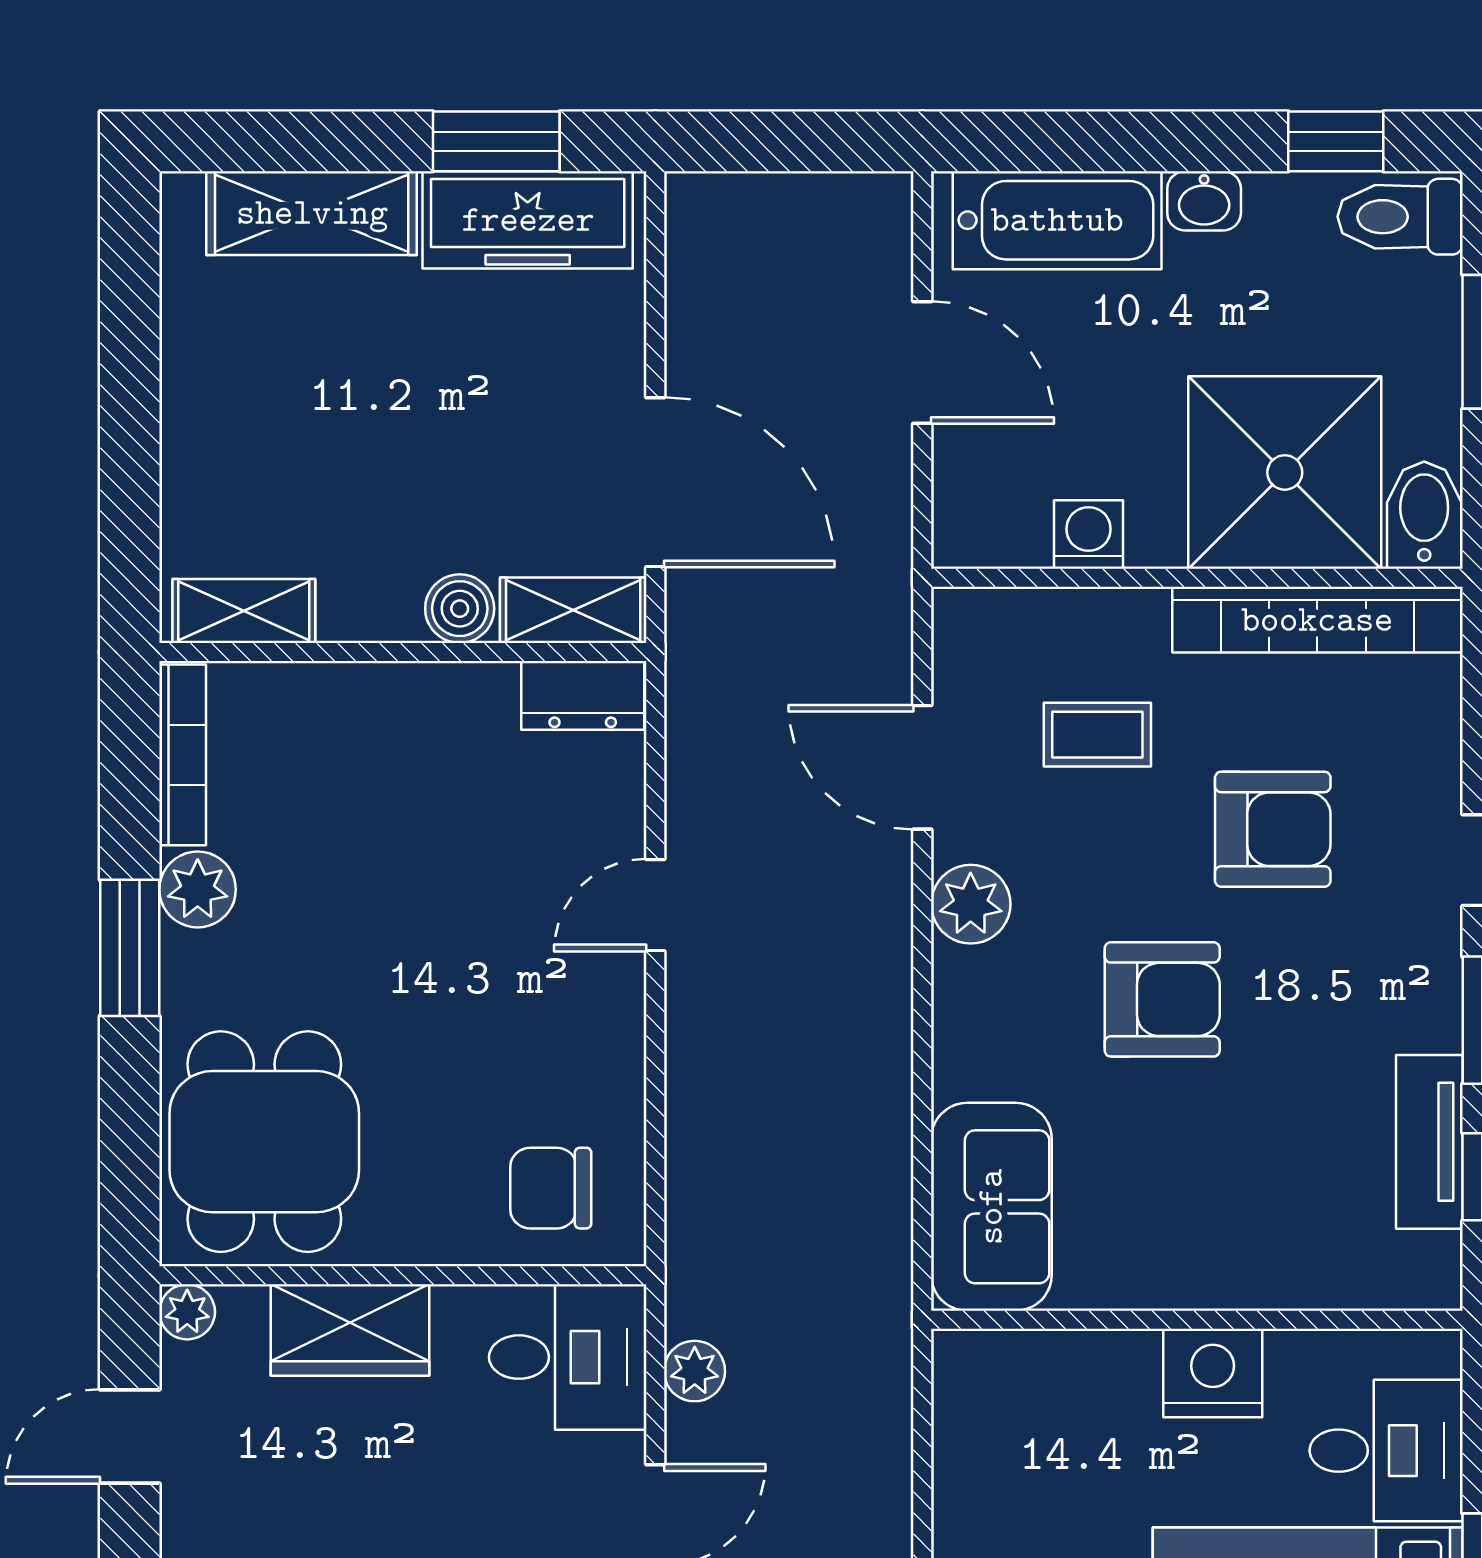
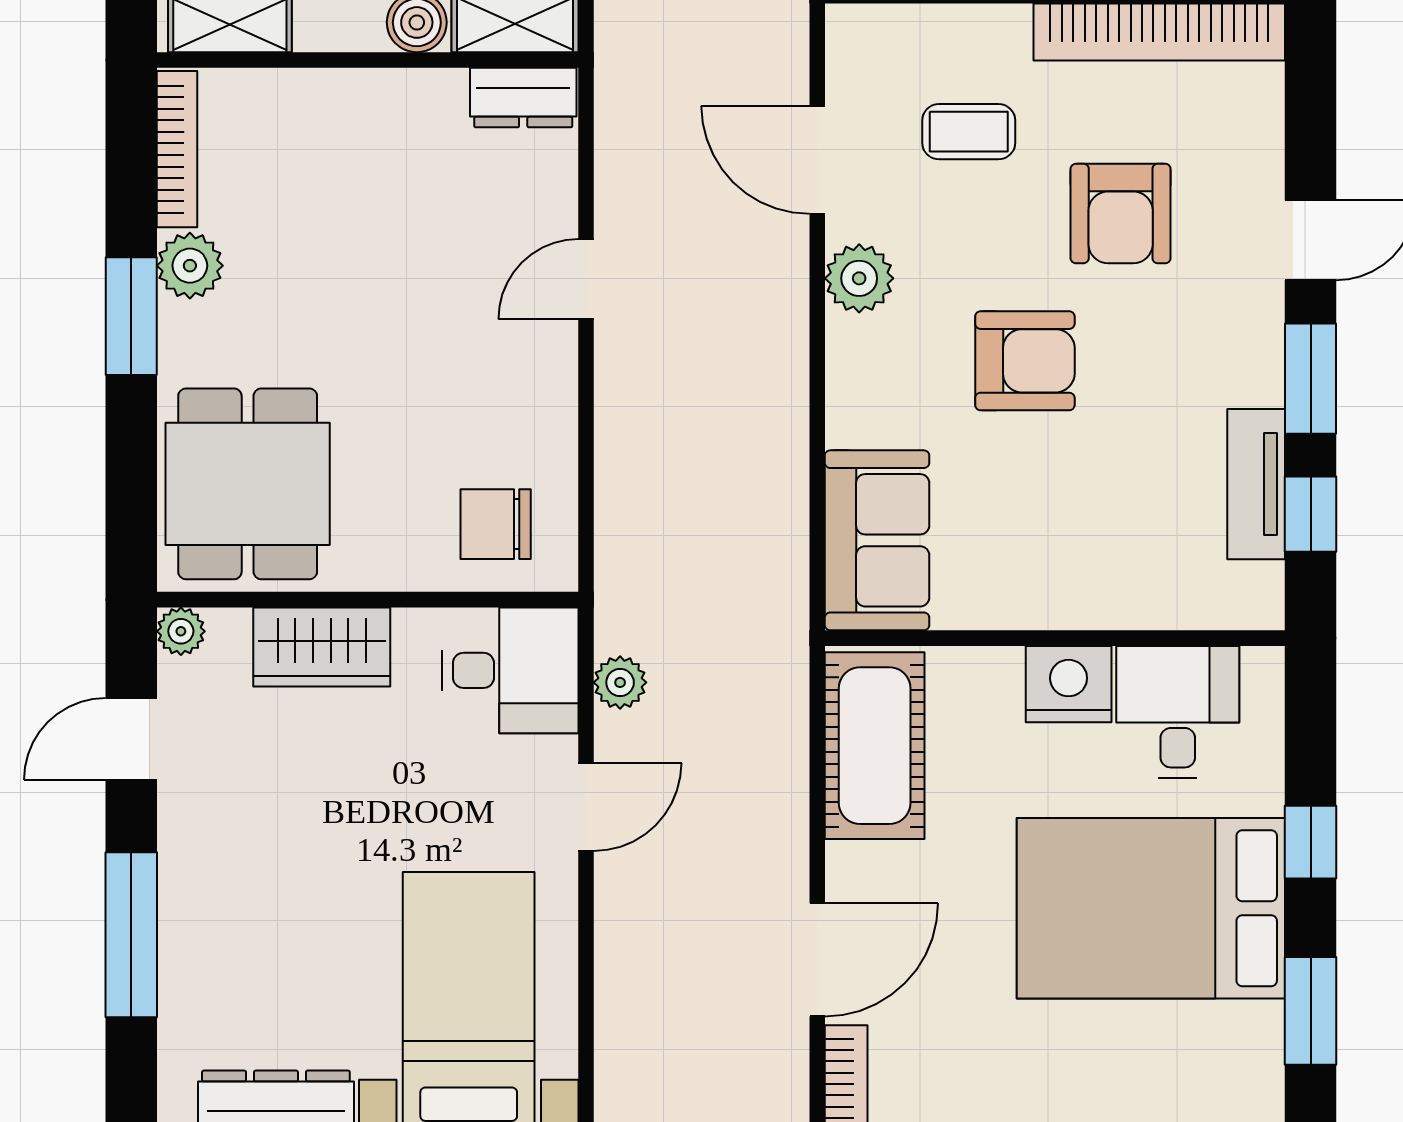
armchair: (1273, 829) -> (1121, 213), turned 90
cot: (989, 1444) -> (875, 746), added
desk: (1386, 1451) -> (1178, 712), moved, turned -90

